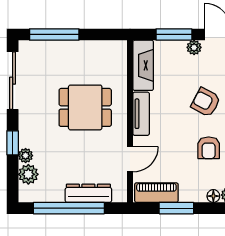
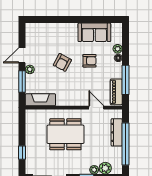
window: (54, 34) -> (22, 153), width x0.46
dining table: (85, 107) -> (65, 134), width x1.37
tv unit: (141, 114) -> (69, 101), removed
window: (176, 208) -> (125, 80), width x1.44

